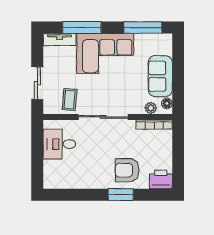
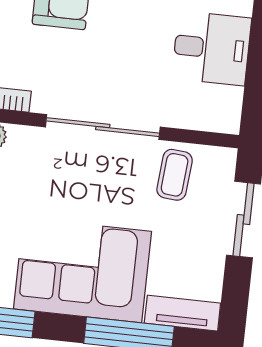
desk: (59, 144) -> (212, 48), moved

